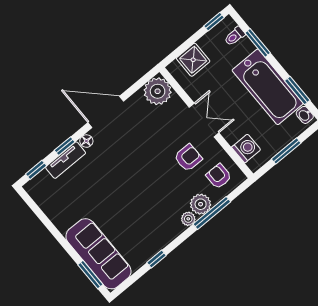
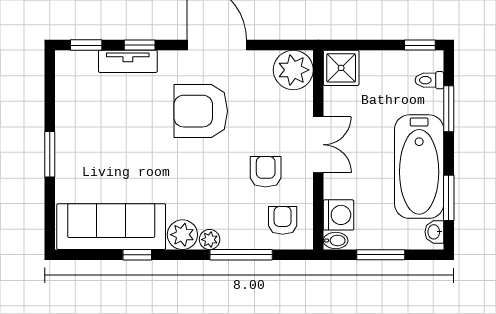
shower: (193, 60) -> (341, 68), moved
floor lamp: (86, 141) -> (169, 59), removed
armchair: (126, 154) -> (201, 111), added
armchair: (188, 158) -> (266, 172), turned -90
bidet: (256, 163) -> (336, 240), added
plant: (201, 204) -> (182, 235), moved
sofa: (98, 254) -> (111, 227), moved, turned -90
window: (90, 275) -> (50, 154), moved

